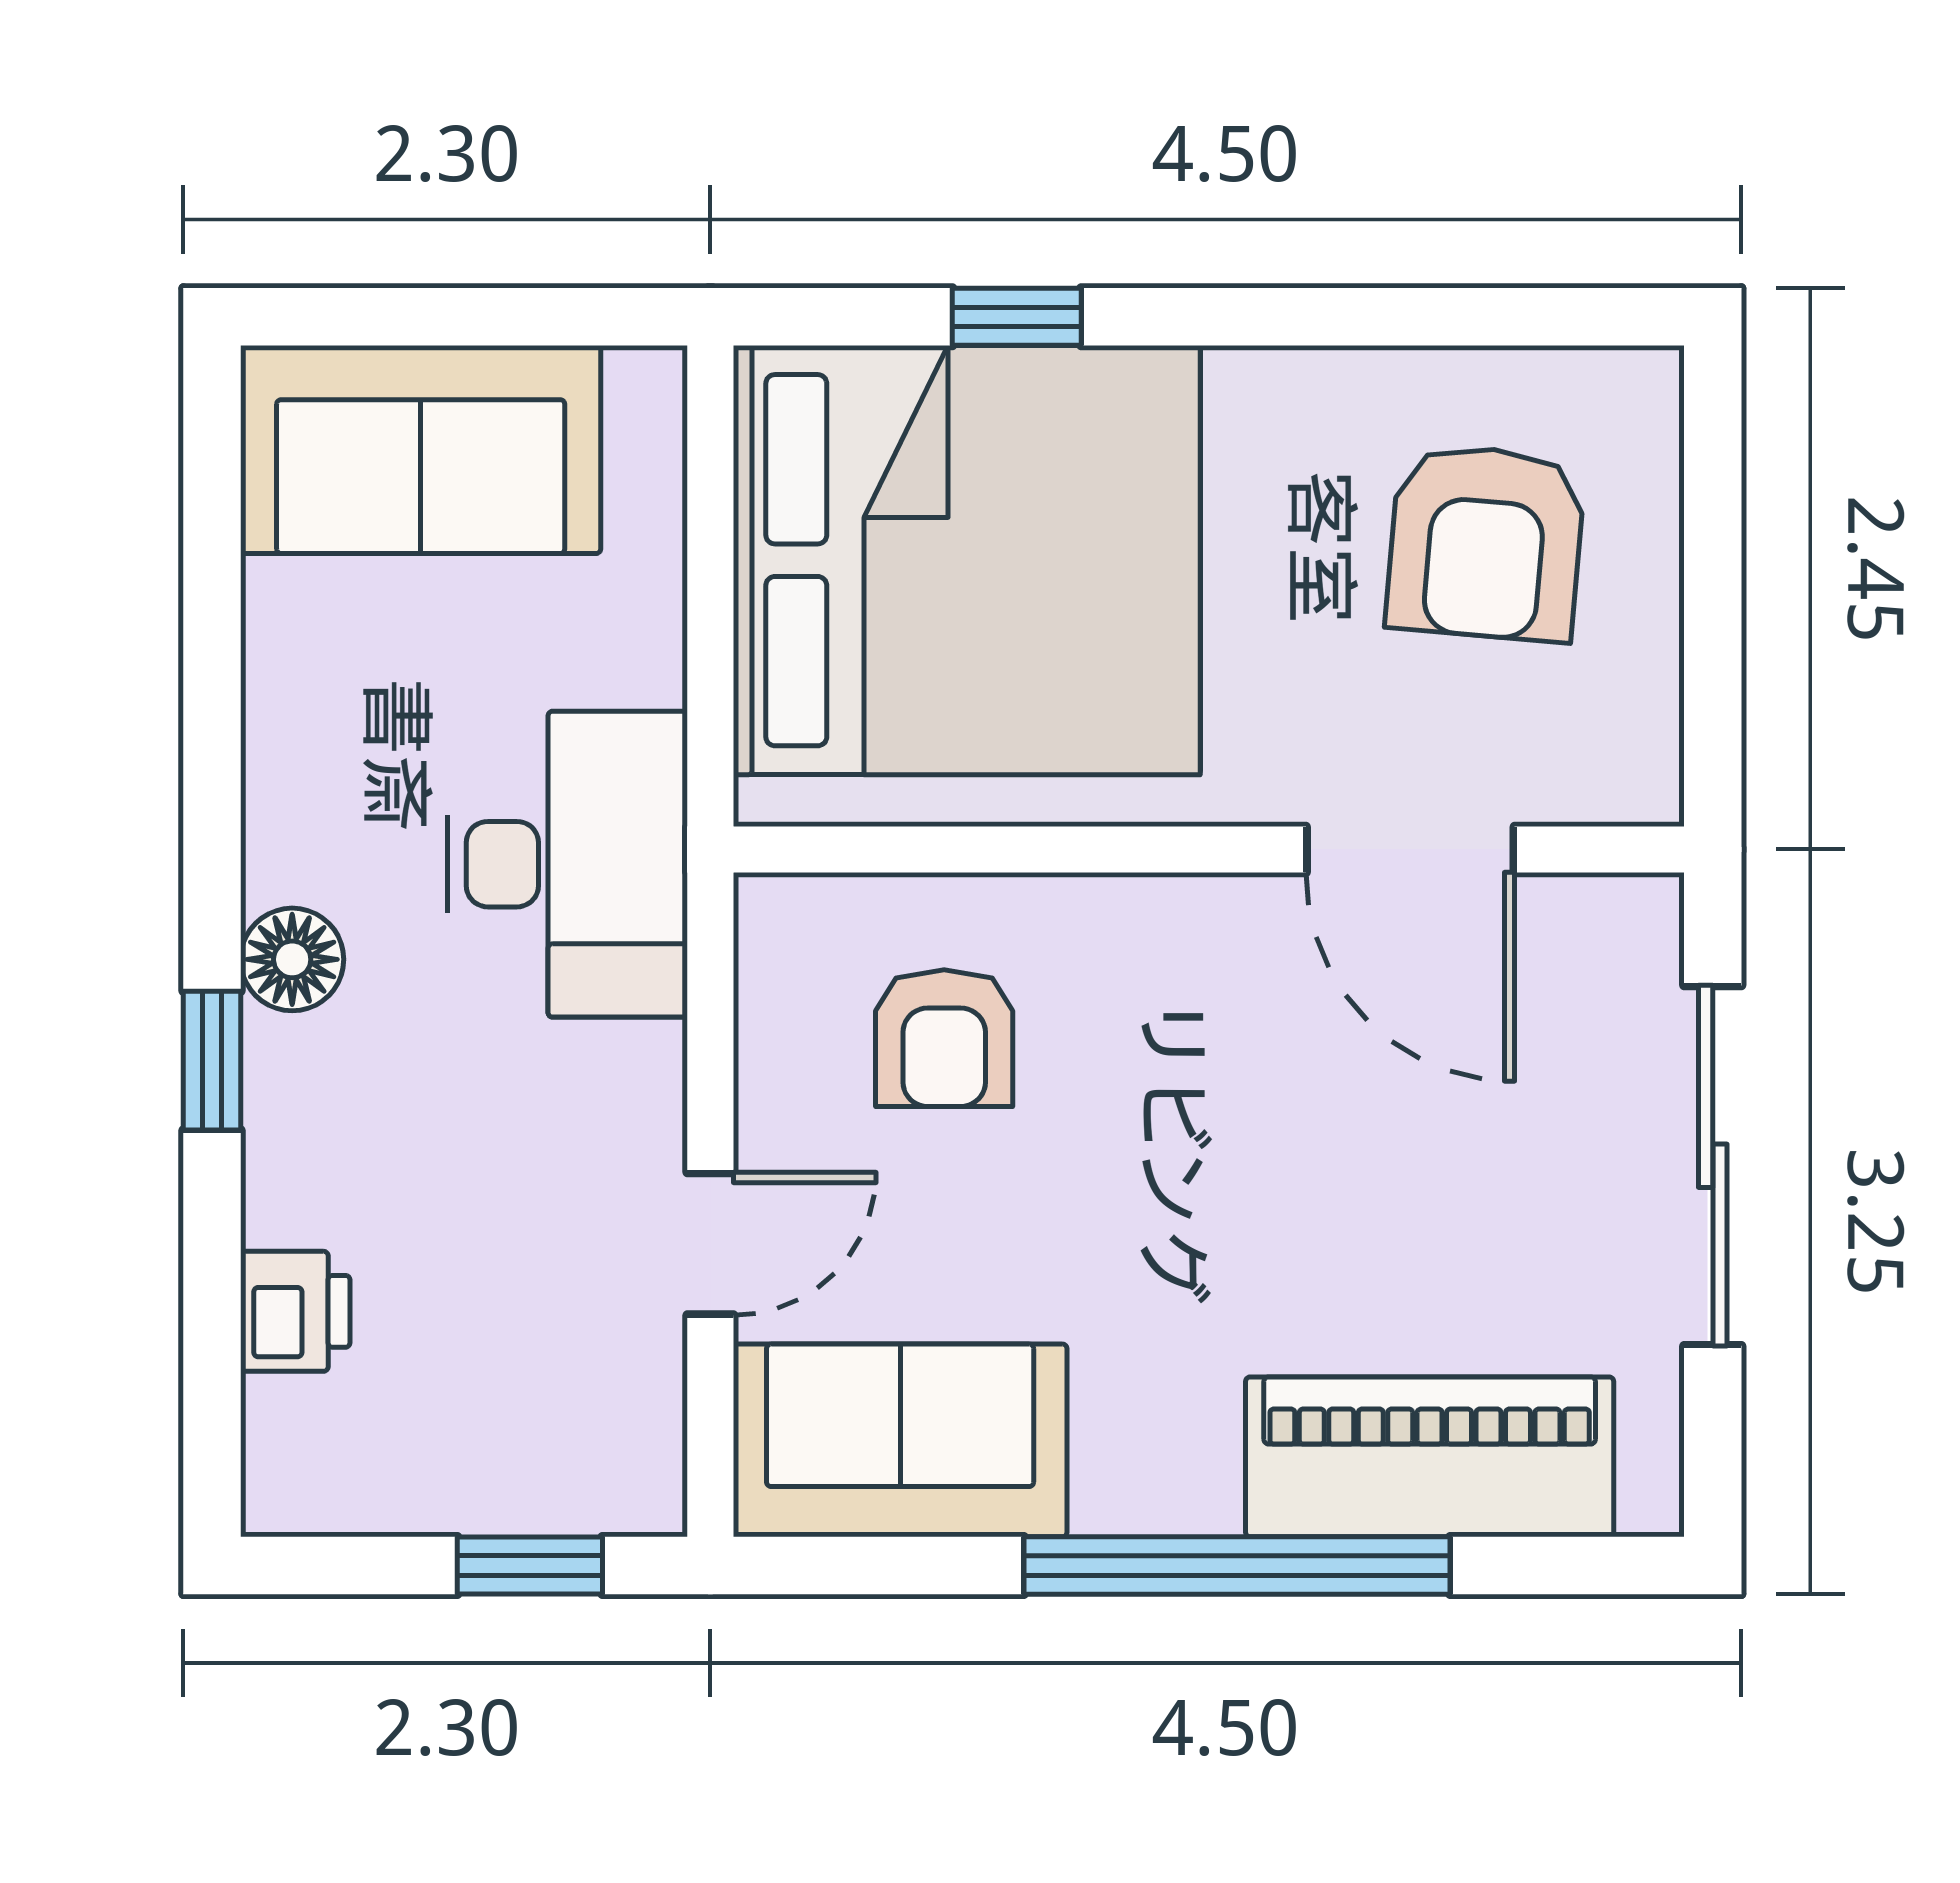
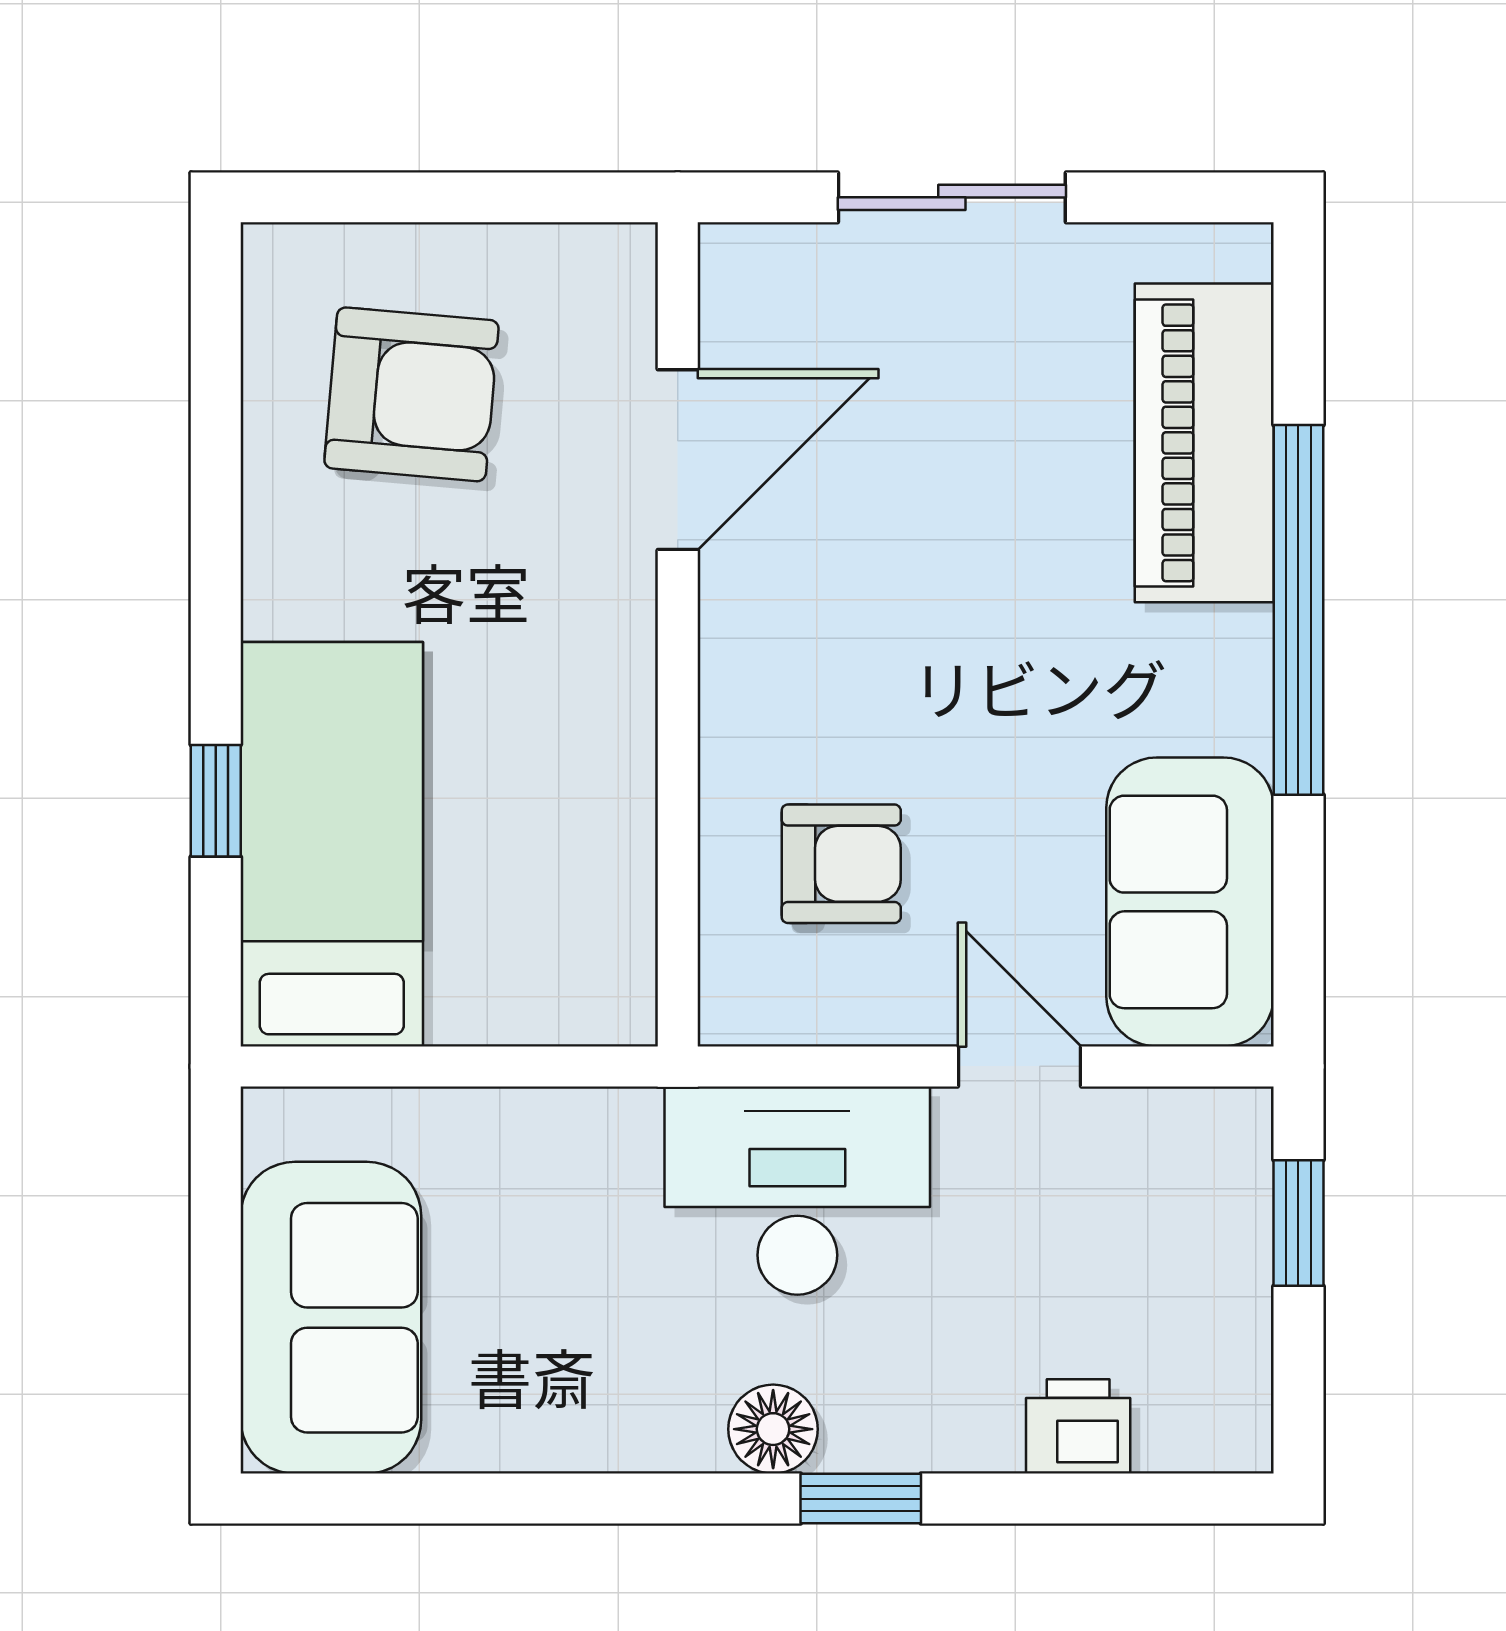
bed: (967, 560) -> (332, 844), width x0.49
desk: (567, 864) -> (797, 1191), moved
sliding door: (1713, 1166) -> (952, 197), width x0.73

